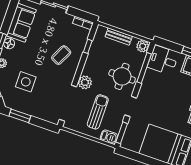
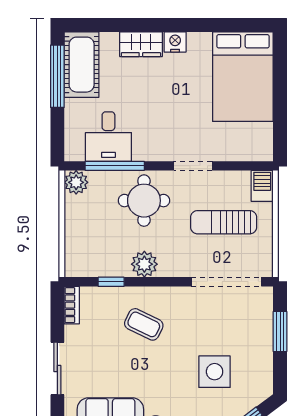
bench: (119, 36) -> (74, 232), removed
desk: (163, 60) -> (108, 137), moved
plant: (85, 82) -> (144, 264), moved
window: (20, 116) -> (280, 332), moved
window: (122, 133) -> (246, 166), removed

